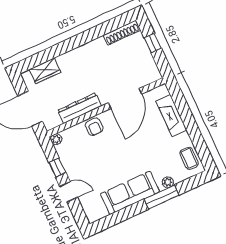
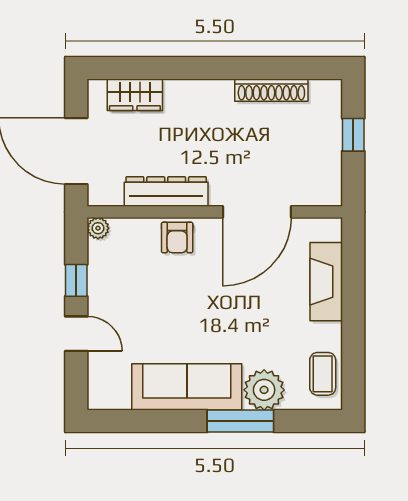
shoe rack: (122, 33) -> (271, 90), moved
plant: (168, 182) -> (264, 390), width x1.88, depth x1.88

